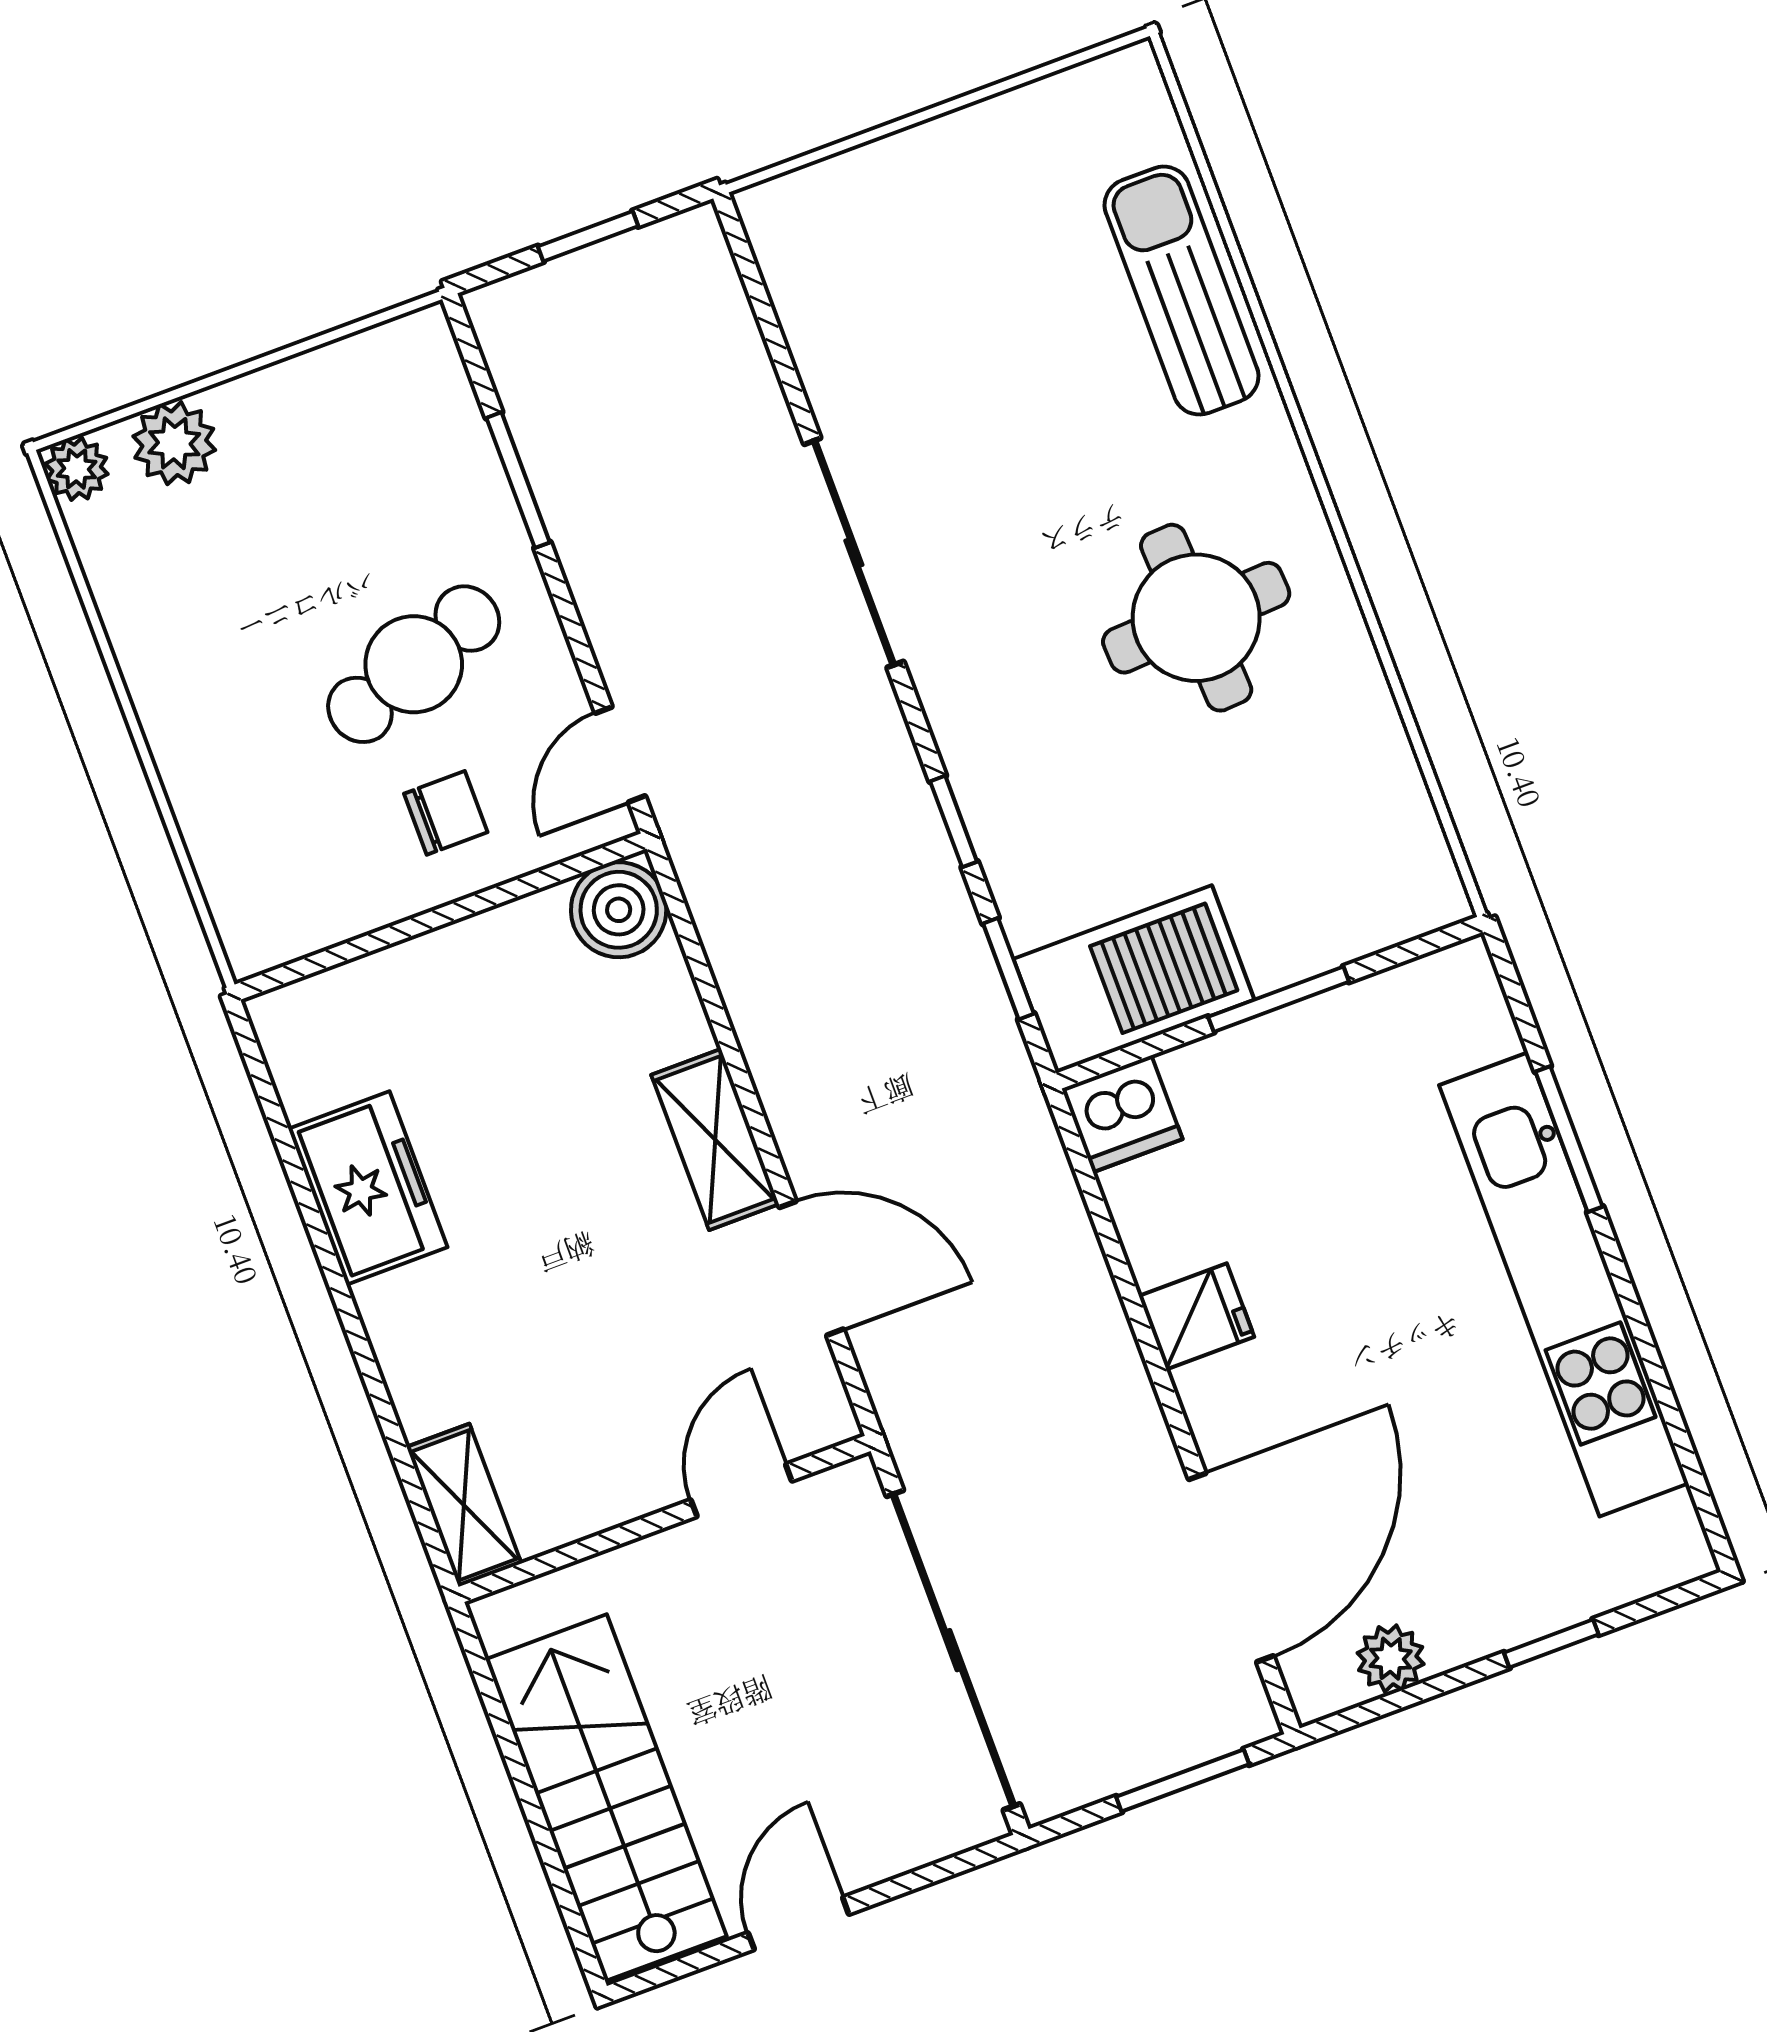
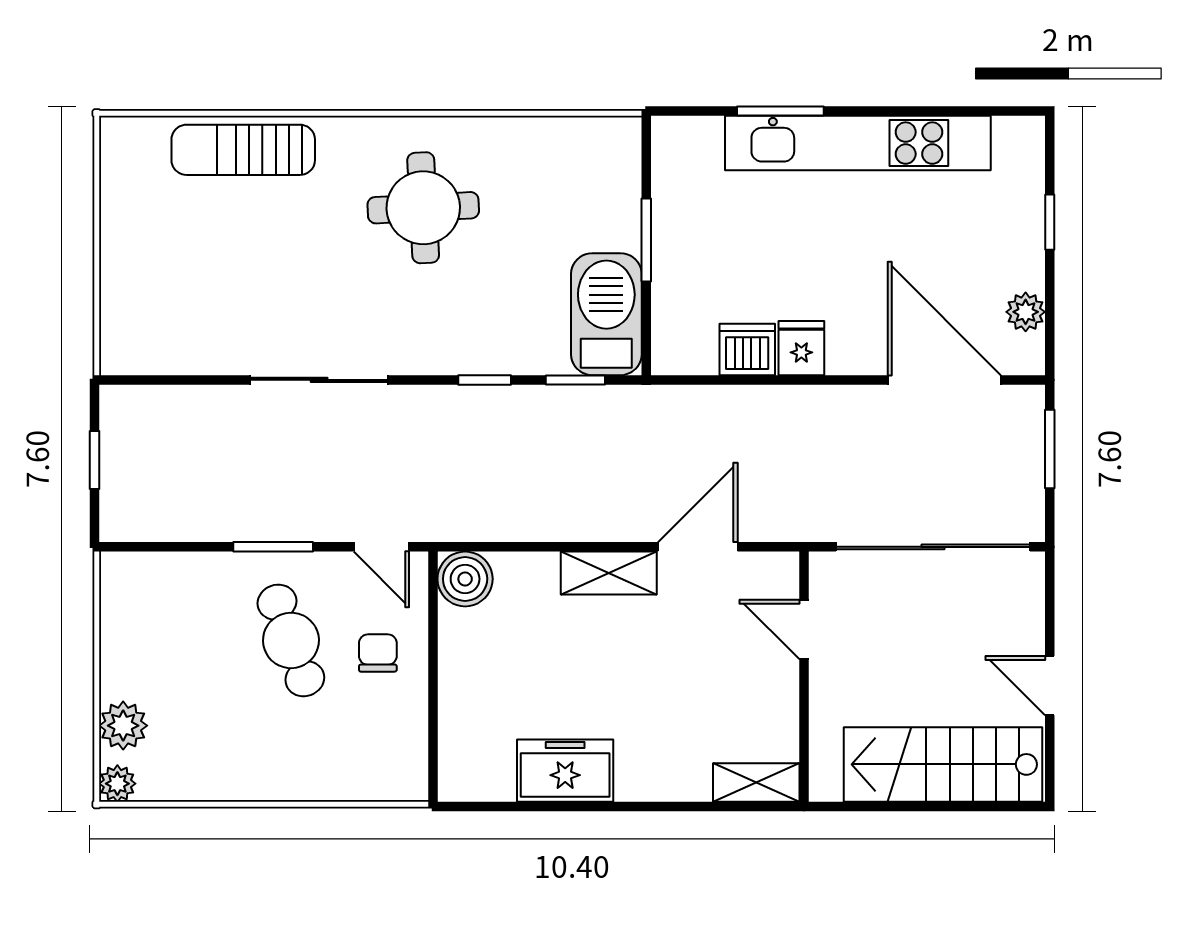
window: (518, 480) -> (273, 547), moved
dishwasher: (1122, 1114) -> (747, 349), moved, turned -90

